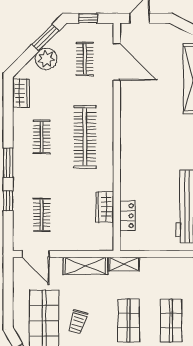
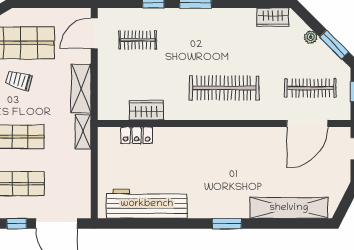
plant: (46, 59) -> (311, 37), width x0.53, depth x0.53
clothes rail: (85, 59) -> (311, 88), width x1.36
clothes rail: (42, 137) -> (224, 40), removed

